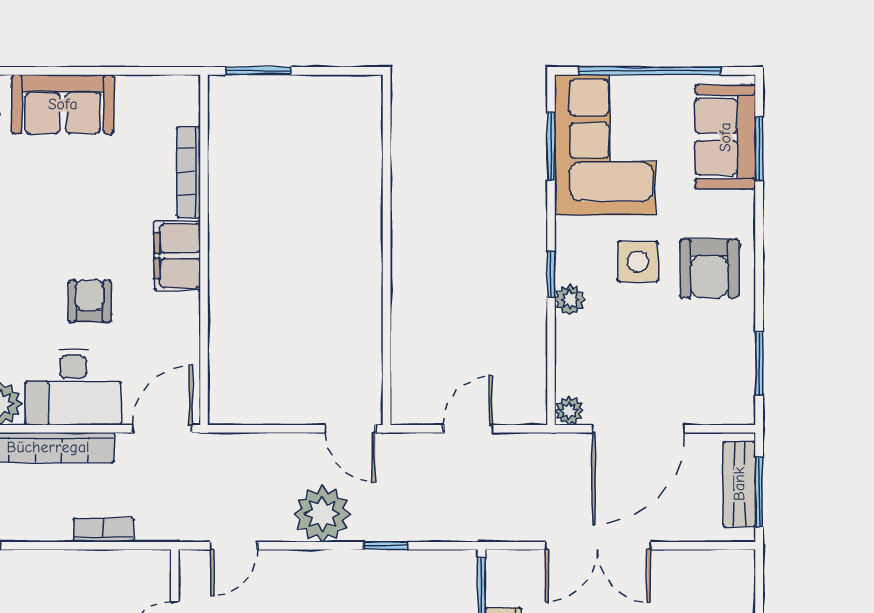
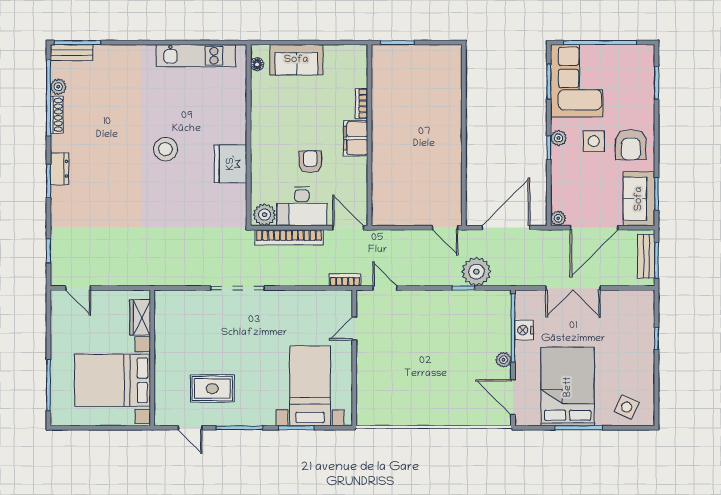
sofa: (725, 137) -> (639, 199), moved
bookcase: (189, 172) -> (361, 104), width x0.64
plant: (570, 300) -> (559, 138), moved
door: (162, 429) -> (348, 228), hinge flipped
door: (468, 429) -> (506, 228), width x1.87
plant: (322, 514) -> (476, 272), moved
bookcase: (104, 530) -> (345, 280), moved
door: (234, 546) -> (385, 288), swing flipped

